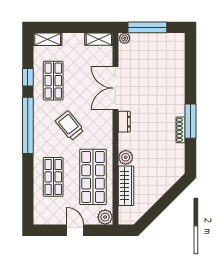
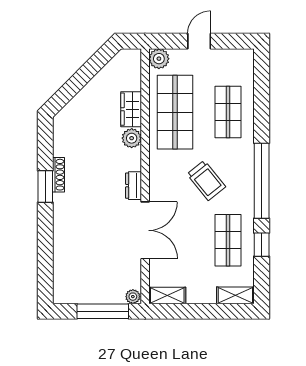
window: (191, 121) -> (45, 186), width x0.69
wardrobe: (126, 186) -> (131, 109), width x0.67
door: (75, 230) -> (199, 41), swing flipped

